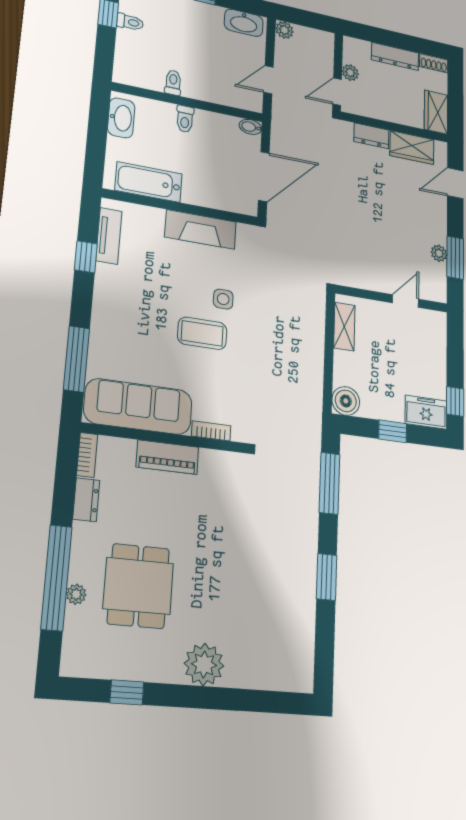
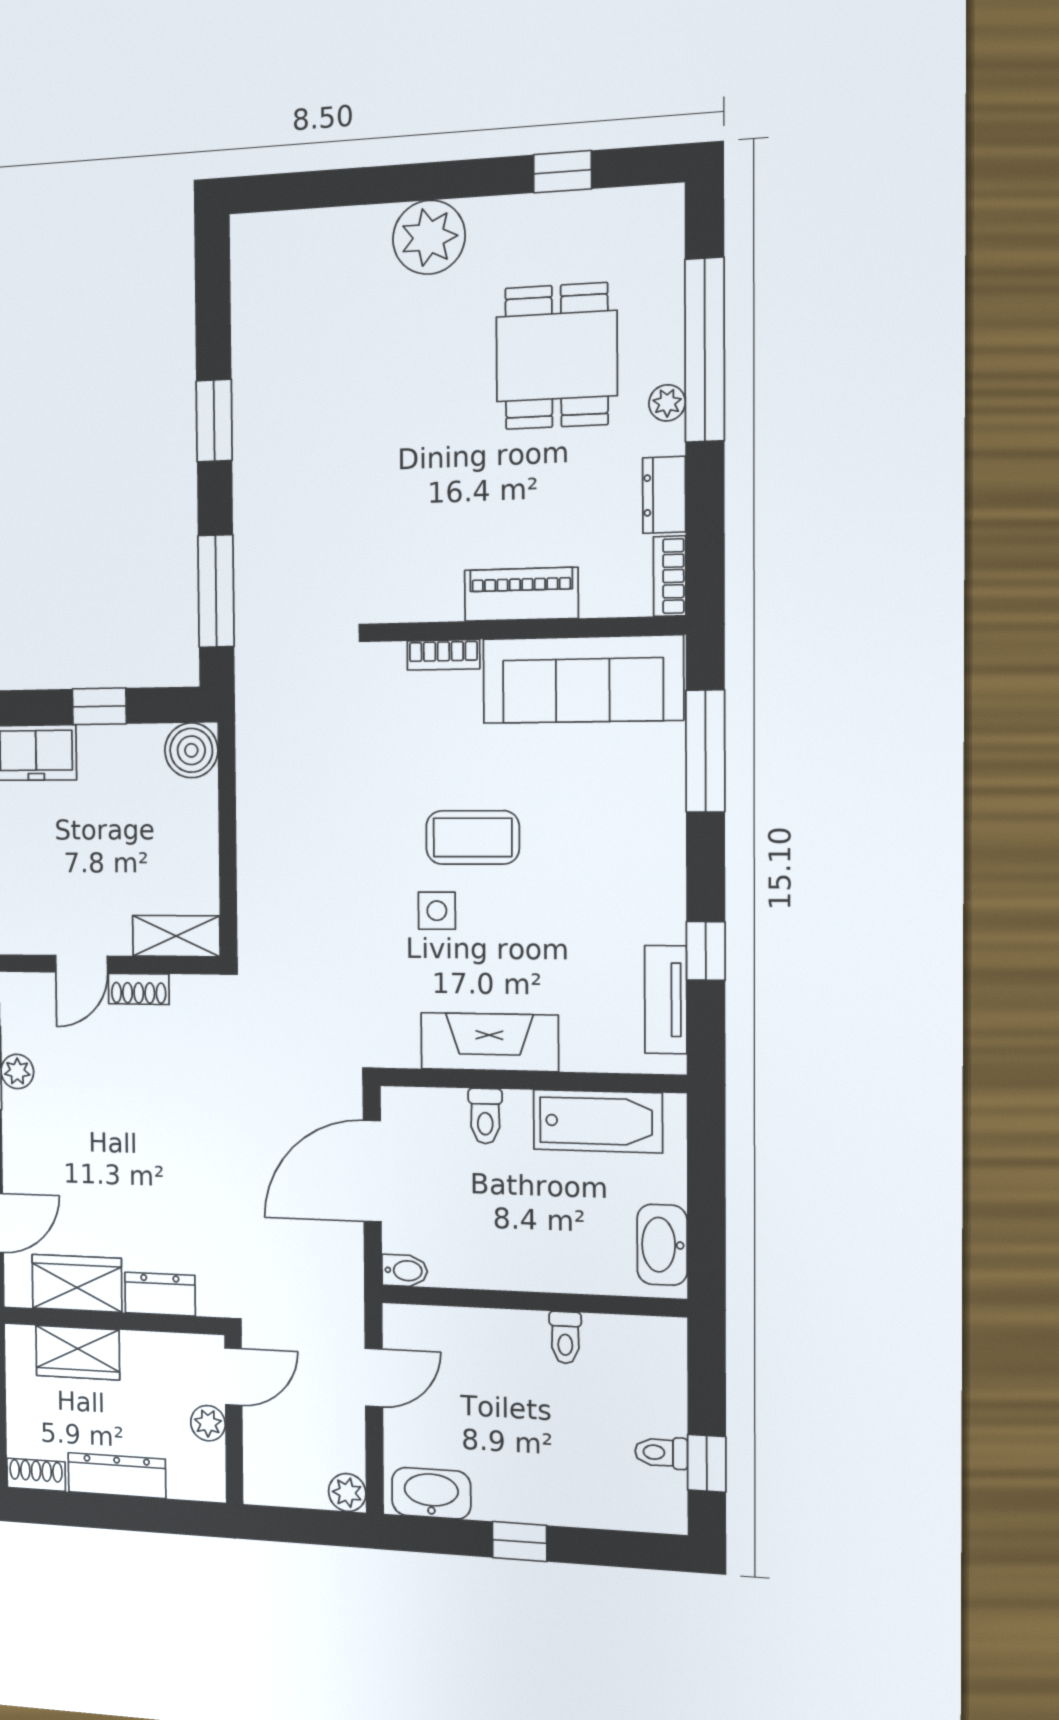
wardrobe: (436, 112) -> (78, 1353), moved, turned 90
toilet: (185, 119) -> (485, 1116), moved, turned 180
shoe rack: (377, 284) -> (139, 989), added
shelving: (344, 327) -> (176, 936), moved, turned 90
plant: (76, 594) -> (667, 403), moved

